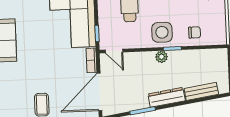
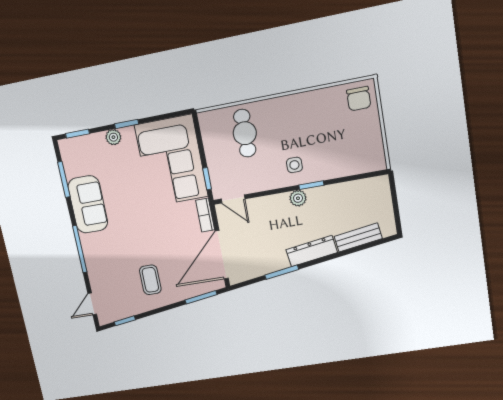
side table: (162, 32) -> (294, 165), width x0.54, depth x0.54
chair: (195, 32) -> (340, 159), removed

